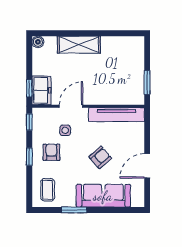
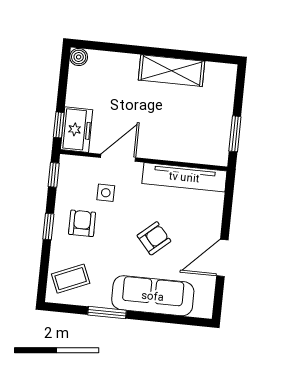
shelving: (79, 45) -> (172, 71), moved
coffee table: (48, 190) -> (71, 279), turned 67

